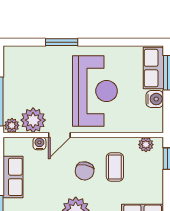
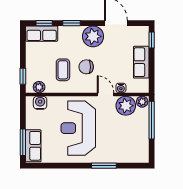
water cooler: (155, 99) -> (40, 103), moved, turned 90
door: (59, 135) -> (106, 94), hinge flipped
chair: (85, 171) -> (86, 67), turned -101

